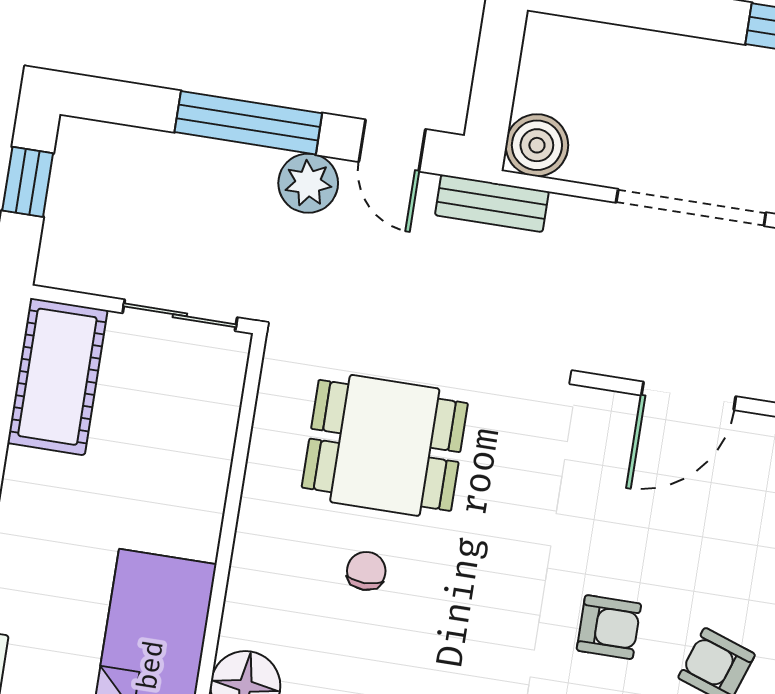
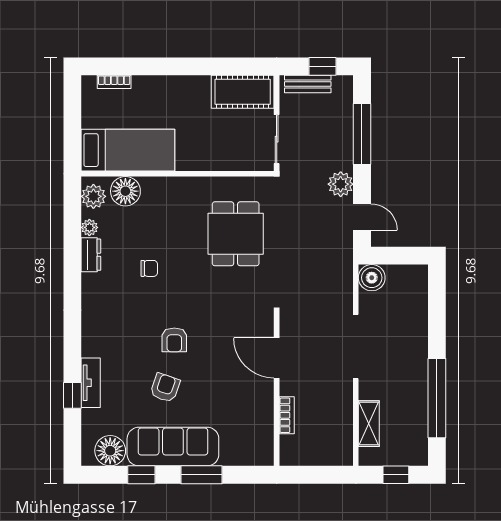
window: (248, 123) -> (362, 134), moved
door: (392, 145) -> (362, 217), swing flipped
bench: (492, 203) -> (308, 84), moved, turned 90
chair: (366, 571) -> (149, 268), moved

